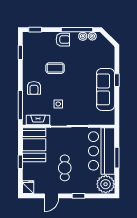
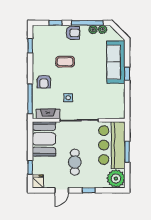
window: (35, 30) -> (56, 23), moved
sofa: (106, 89) -> (116, 62), moved
window: (20, 162) -> (30, 167), moved

